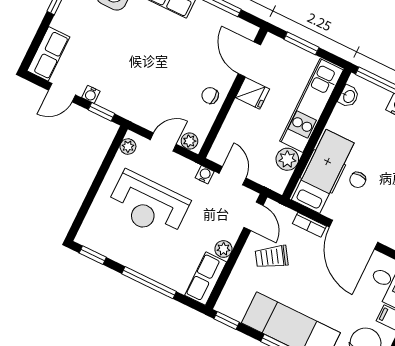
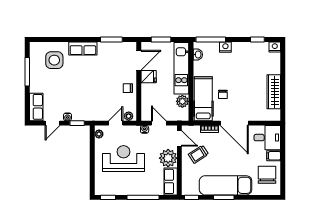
door: (249, 59) -> (139, 60), swing flipped
reception desk: (148, 205) -> (124, 159), turned 180
plant: (223, 249) -> (168, 158), width x1.88, depth x1.88

